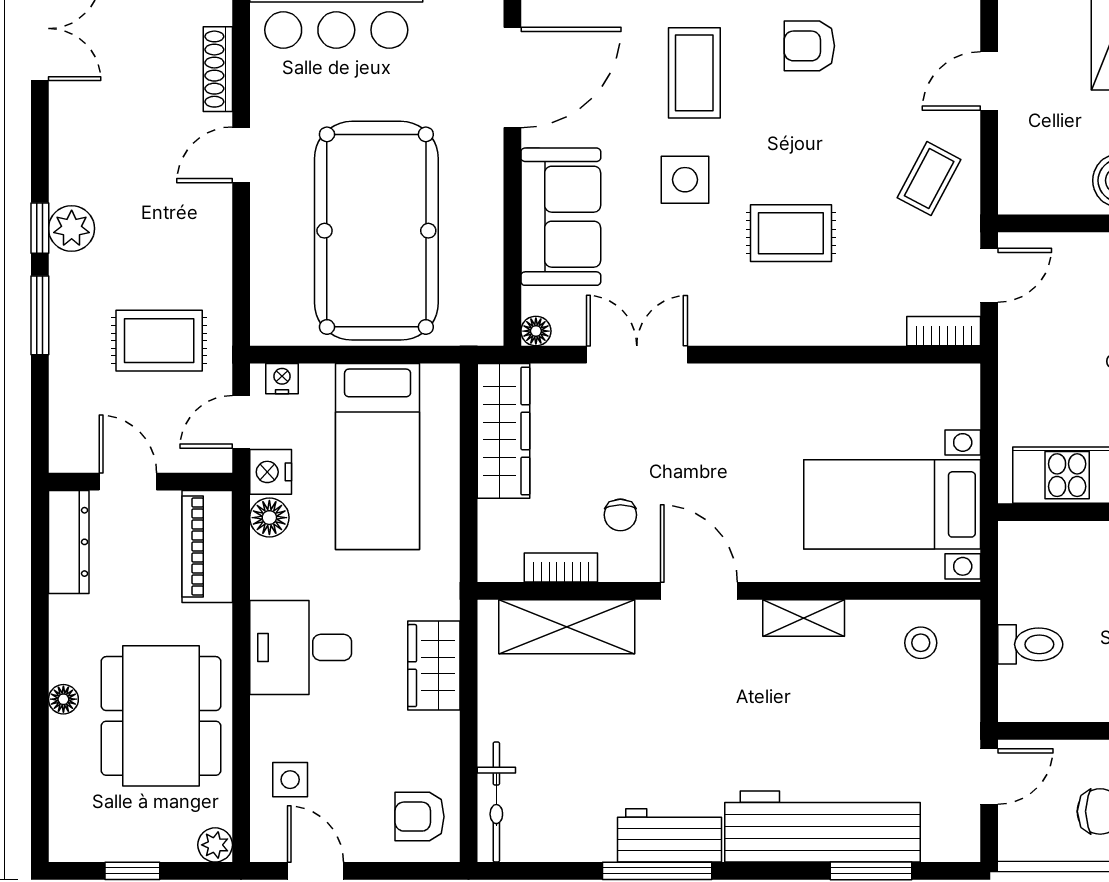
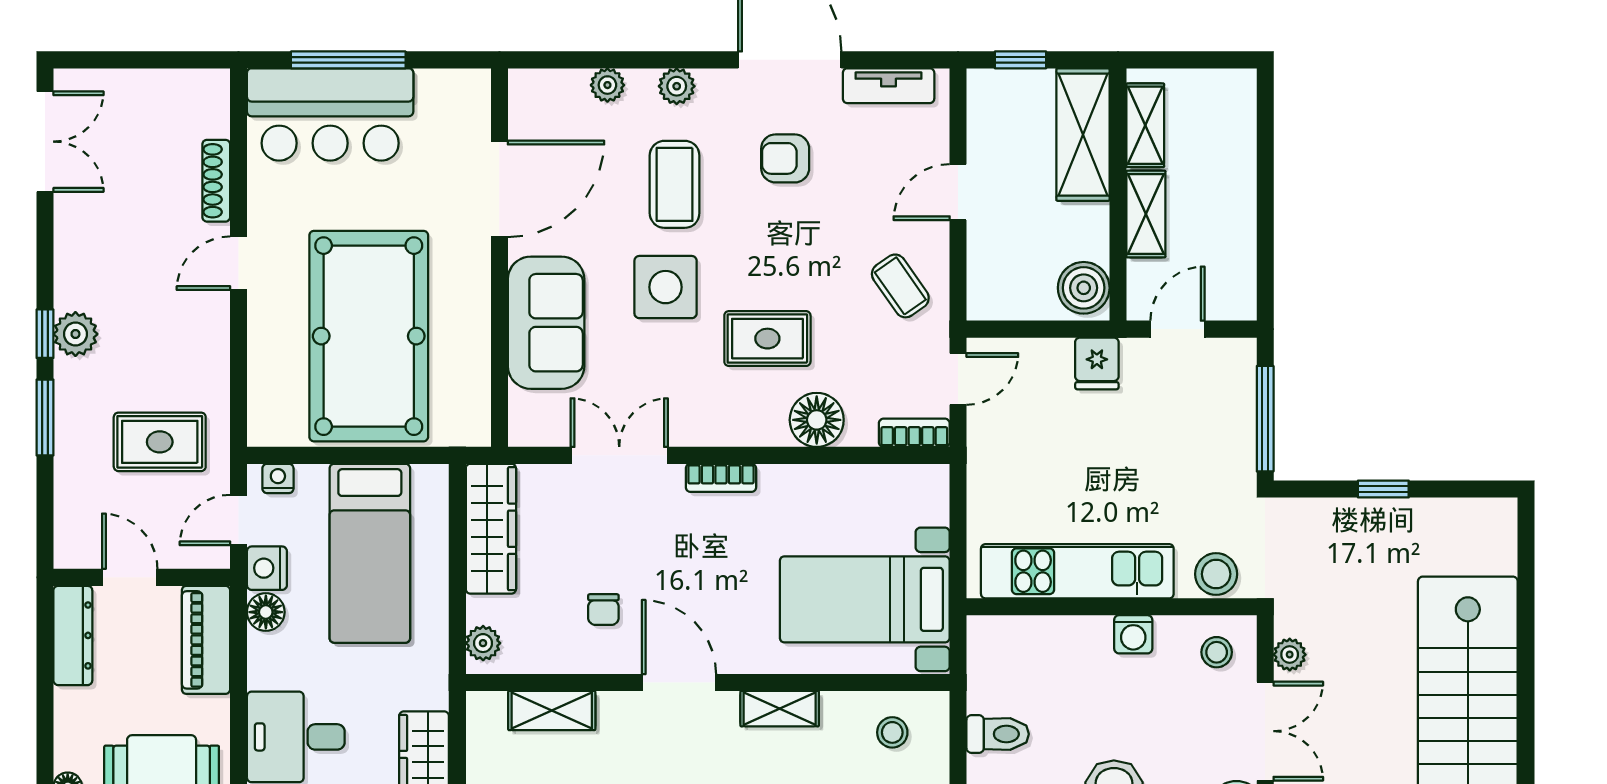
coffee table: (929, 179) -> (900, 286), turned -63
side table: (685, 180) -> (666, 287), width x1.37, depth x1.37
floor lamp: (536, 331) -> (817, 420), moved, width x1.89, depth x1.89
plant: (495, 550) -> (483, 643), added
bookcase: (561, 568) -> (721, 478), moved, turned 180
shelving: (567, 627) -> (552, 711), width x0.67, depth x0.75

